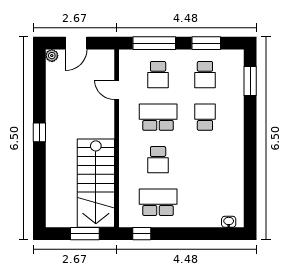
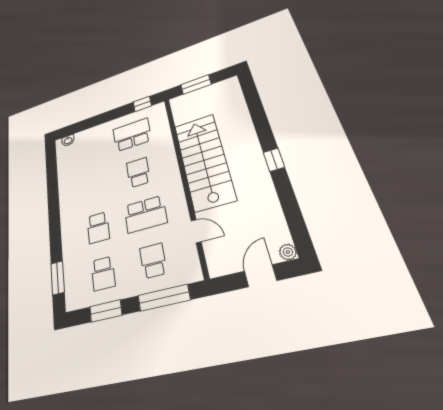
school desk: (205, 75) -> (103, 273), turned 180
stairs: (96, 183) -> (204, 161), moved
school desk: (158, 202) -> (132, 135), turned 180

